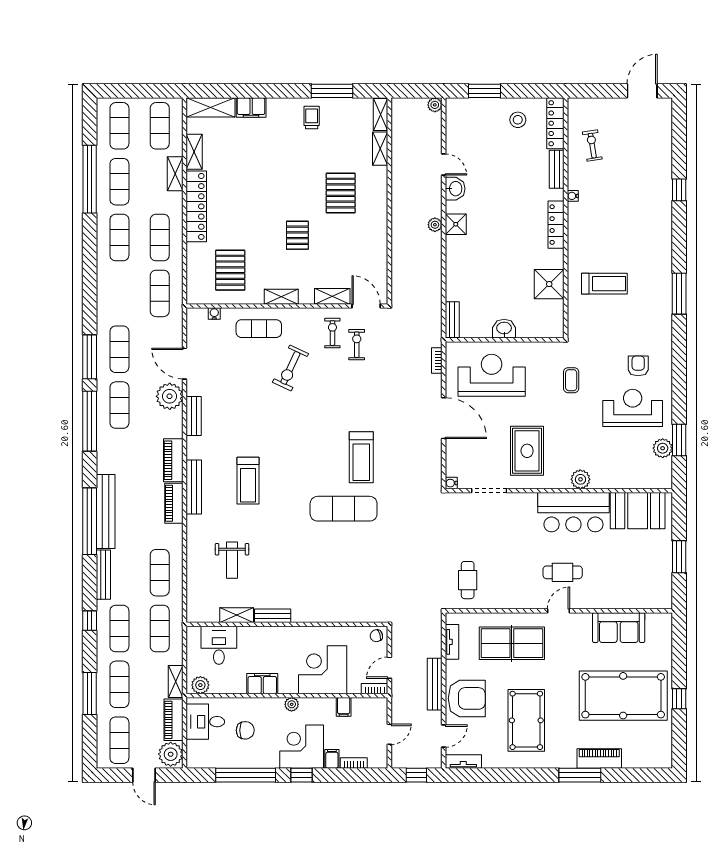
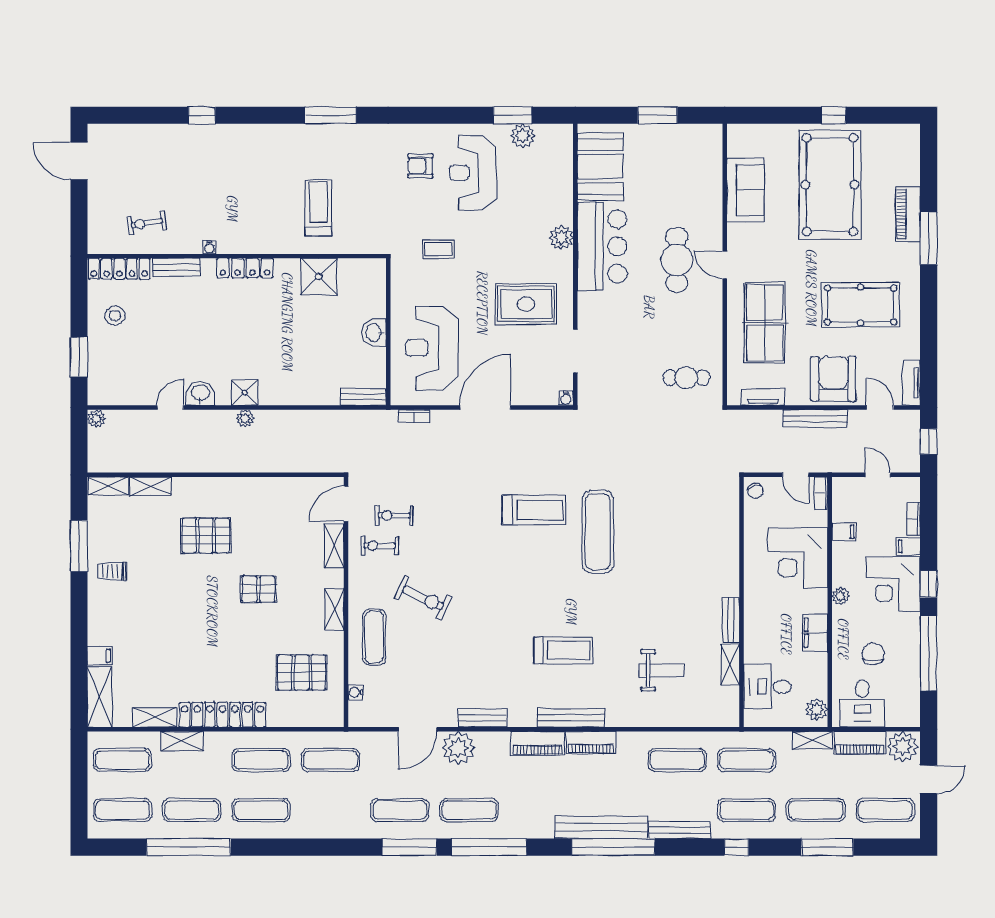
filing cabinet: (251, 108) -> (100, 656), width x0.50
cafe table: (563, 572) -> (677, 260), width x1.37, depth x1.35

